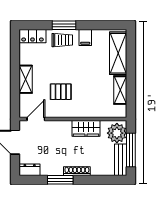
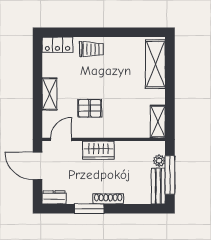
window: (64, 25) -> (93, 32), removed
filing cabinet: (85, 38) -> (118, 46), removed
shelving: (120, 90) -> (158, 121), moved
wardrobe: (86, 128) -> (98, 150), moved
plant: (117, 133) -> (159, 161), width x0.53, depth x0.53

